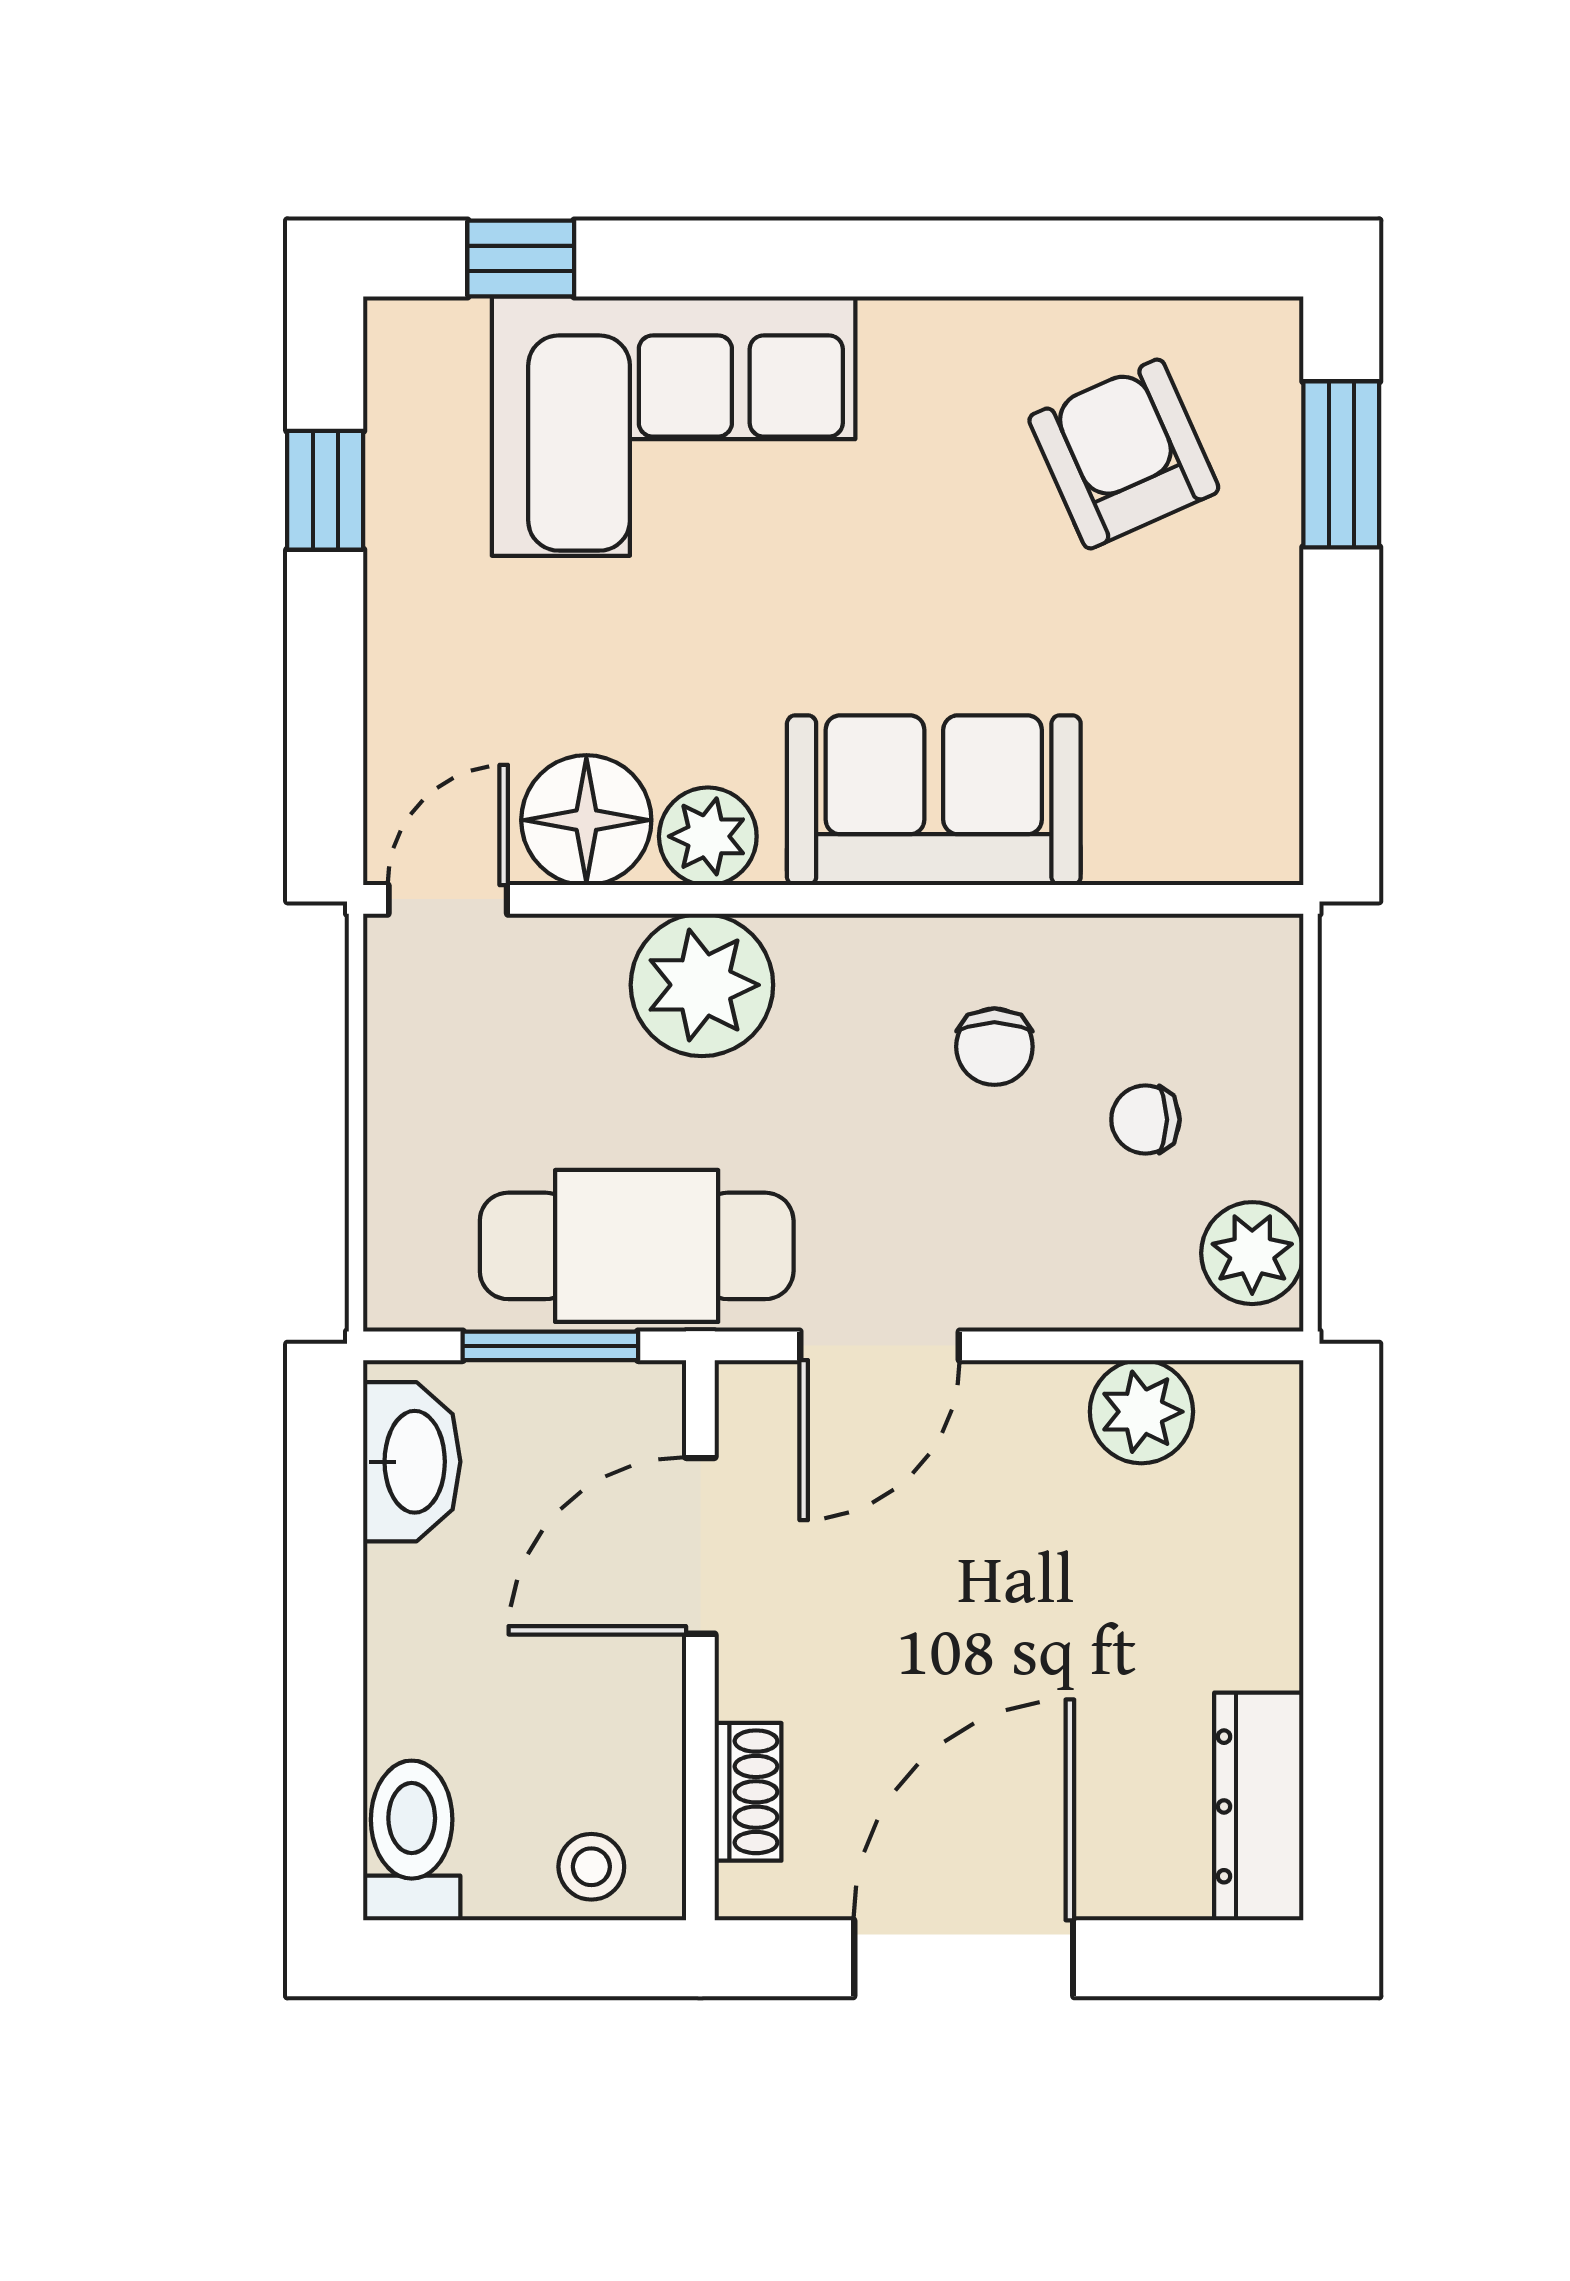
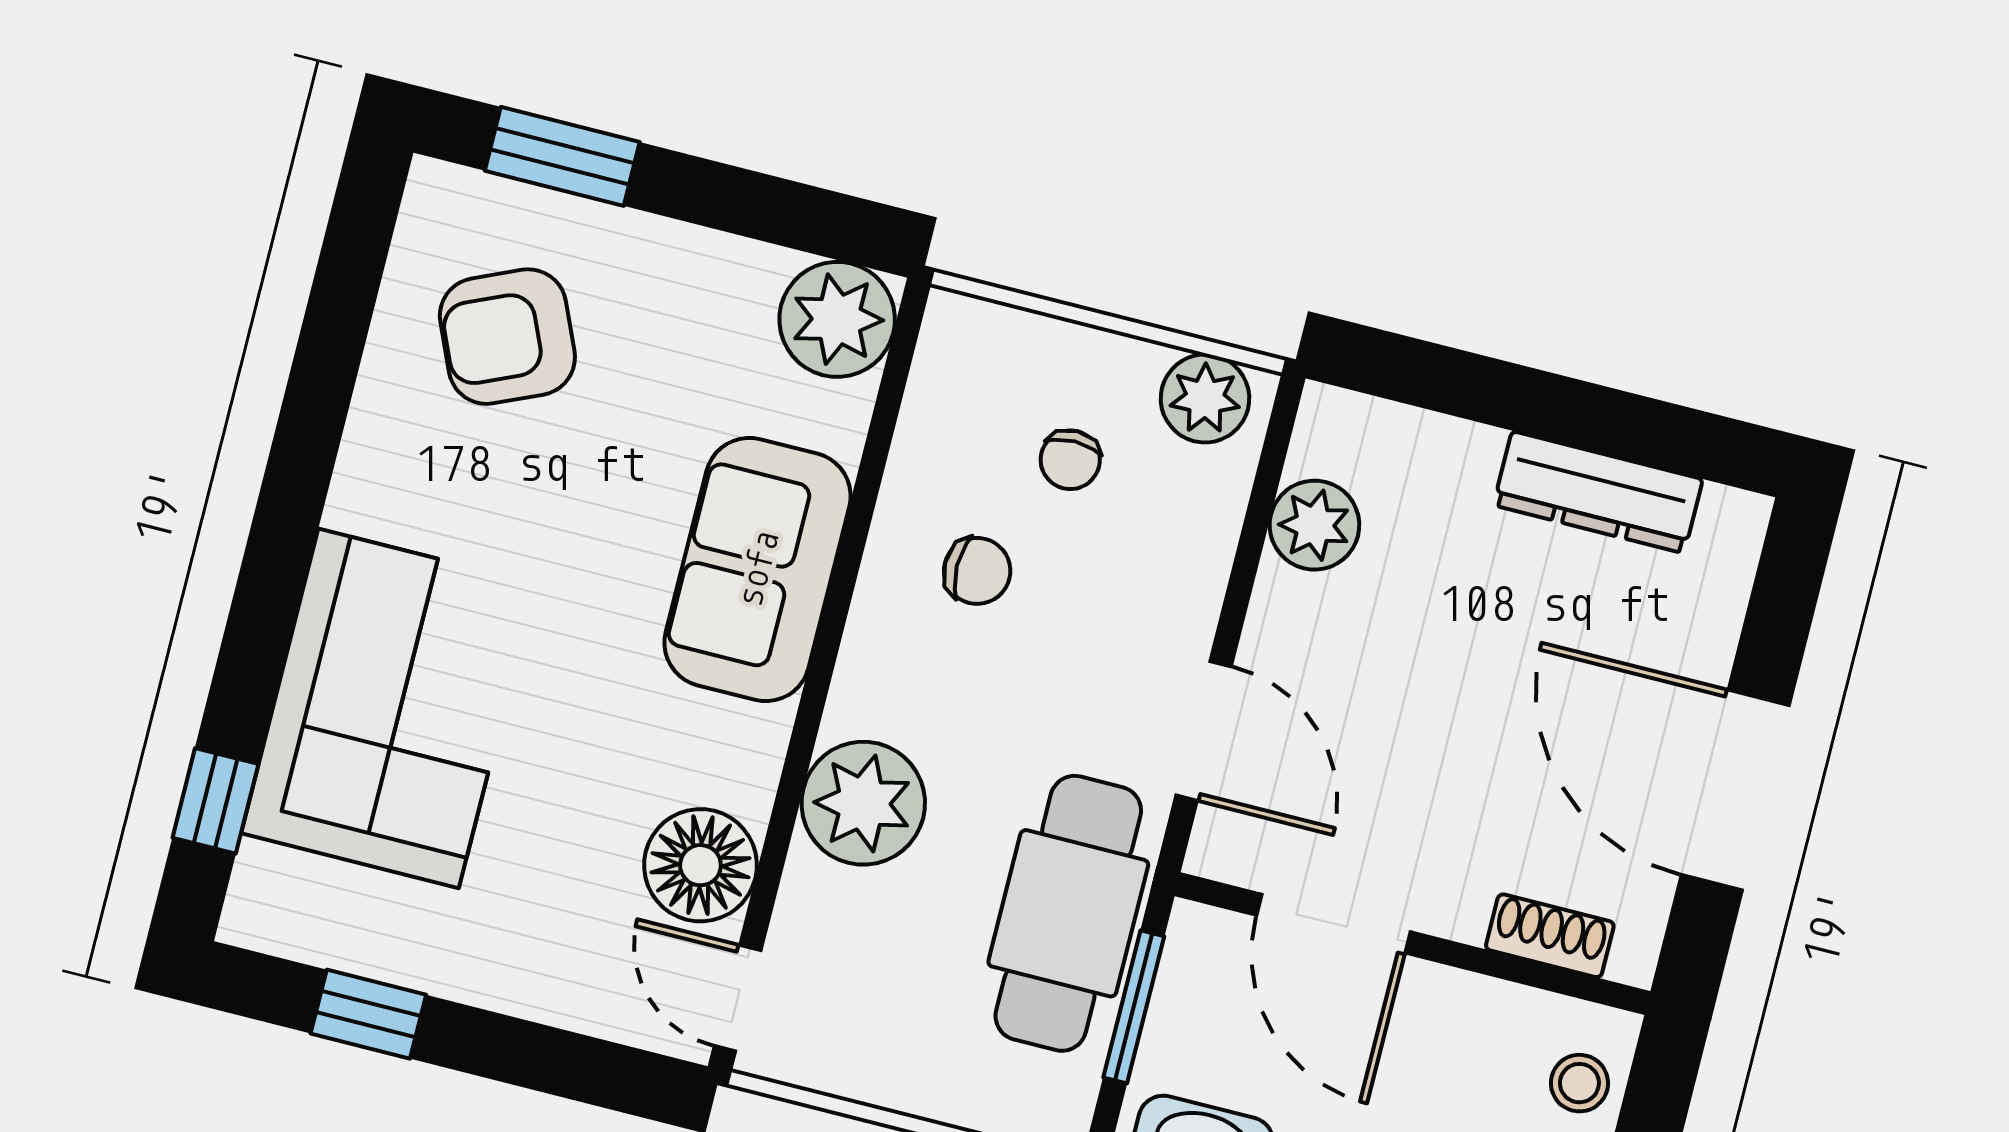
plant: (708, 836) -> (837, 319), moved, width x1.36, depth x1.36
dresser: (1259, 1806) -> (1598, 492), moved

